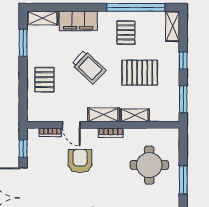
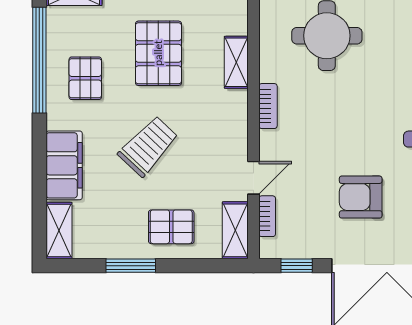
pallet: (126, 33) -> (85, 78), turned 90
window: (23, 43) -> (131, 266), moved
shelving: (104, 115) -> (235, 230), moved
armchair: (80, 161) -> (361, 197), moved

